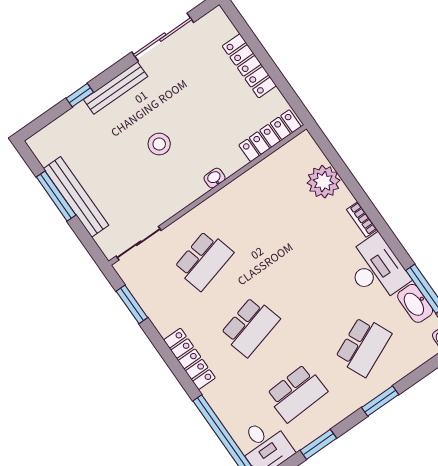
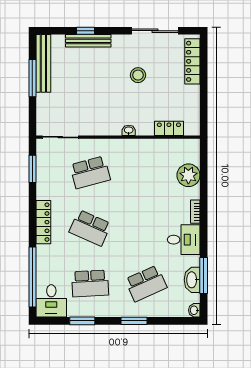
locker: (249, 66) -> (192, 61), moved
bench: (116, 88) -> (88, 41), moved
locker: (270, 136) -> (169, 128), width x0.66
stool: (159, 144) -> (138, 75), moved
bench: (76, 197) -> (43, 63), moved
desk: (376, 269) -> (184, 240), width x0.73
school desk: (250, 327) -> (90, 228), turned 39

